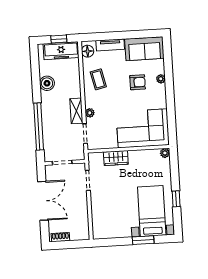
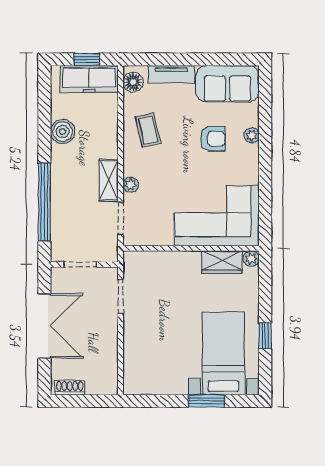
wardrobe: (116, 158) -> (222, 262), moved

